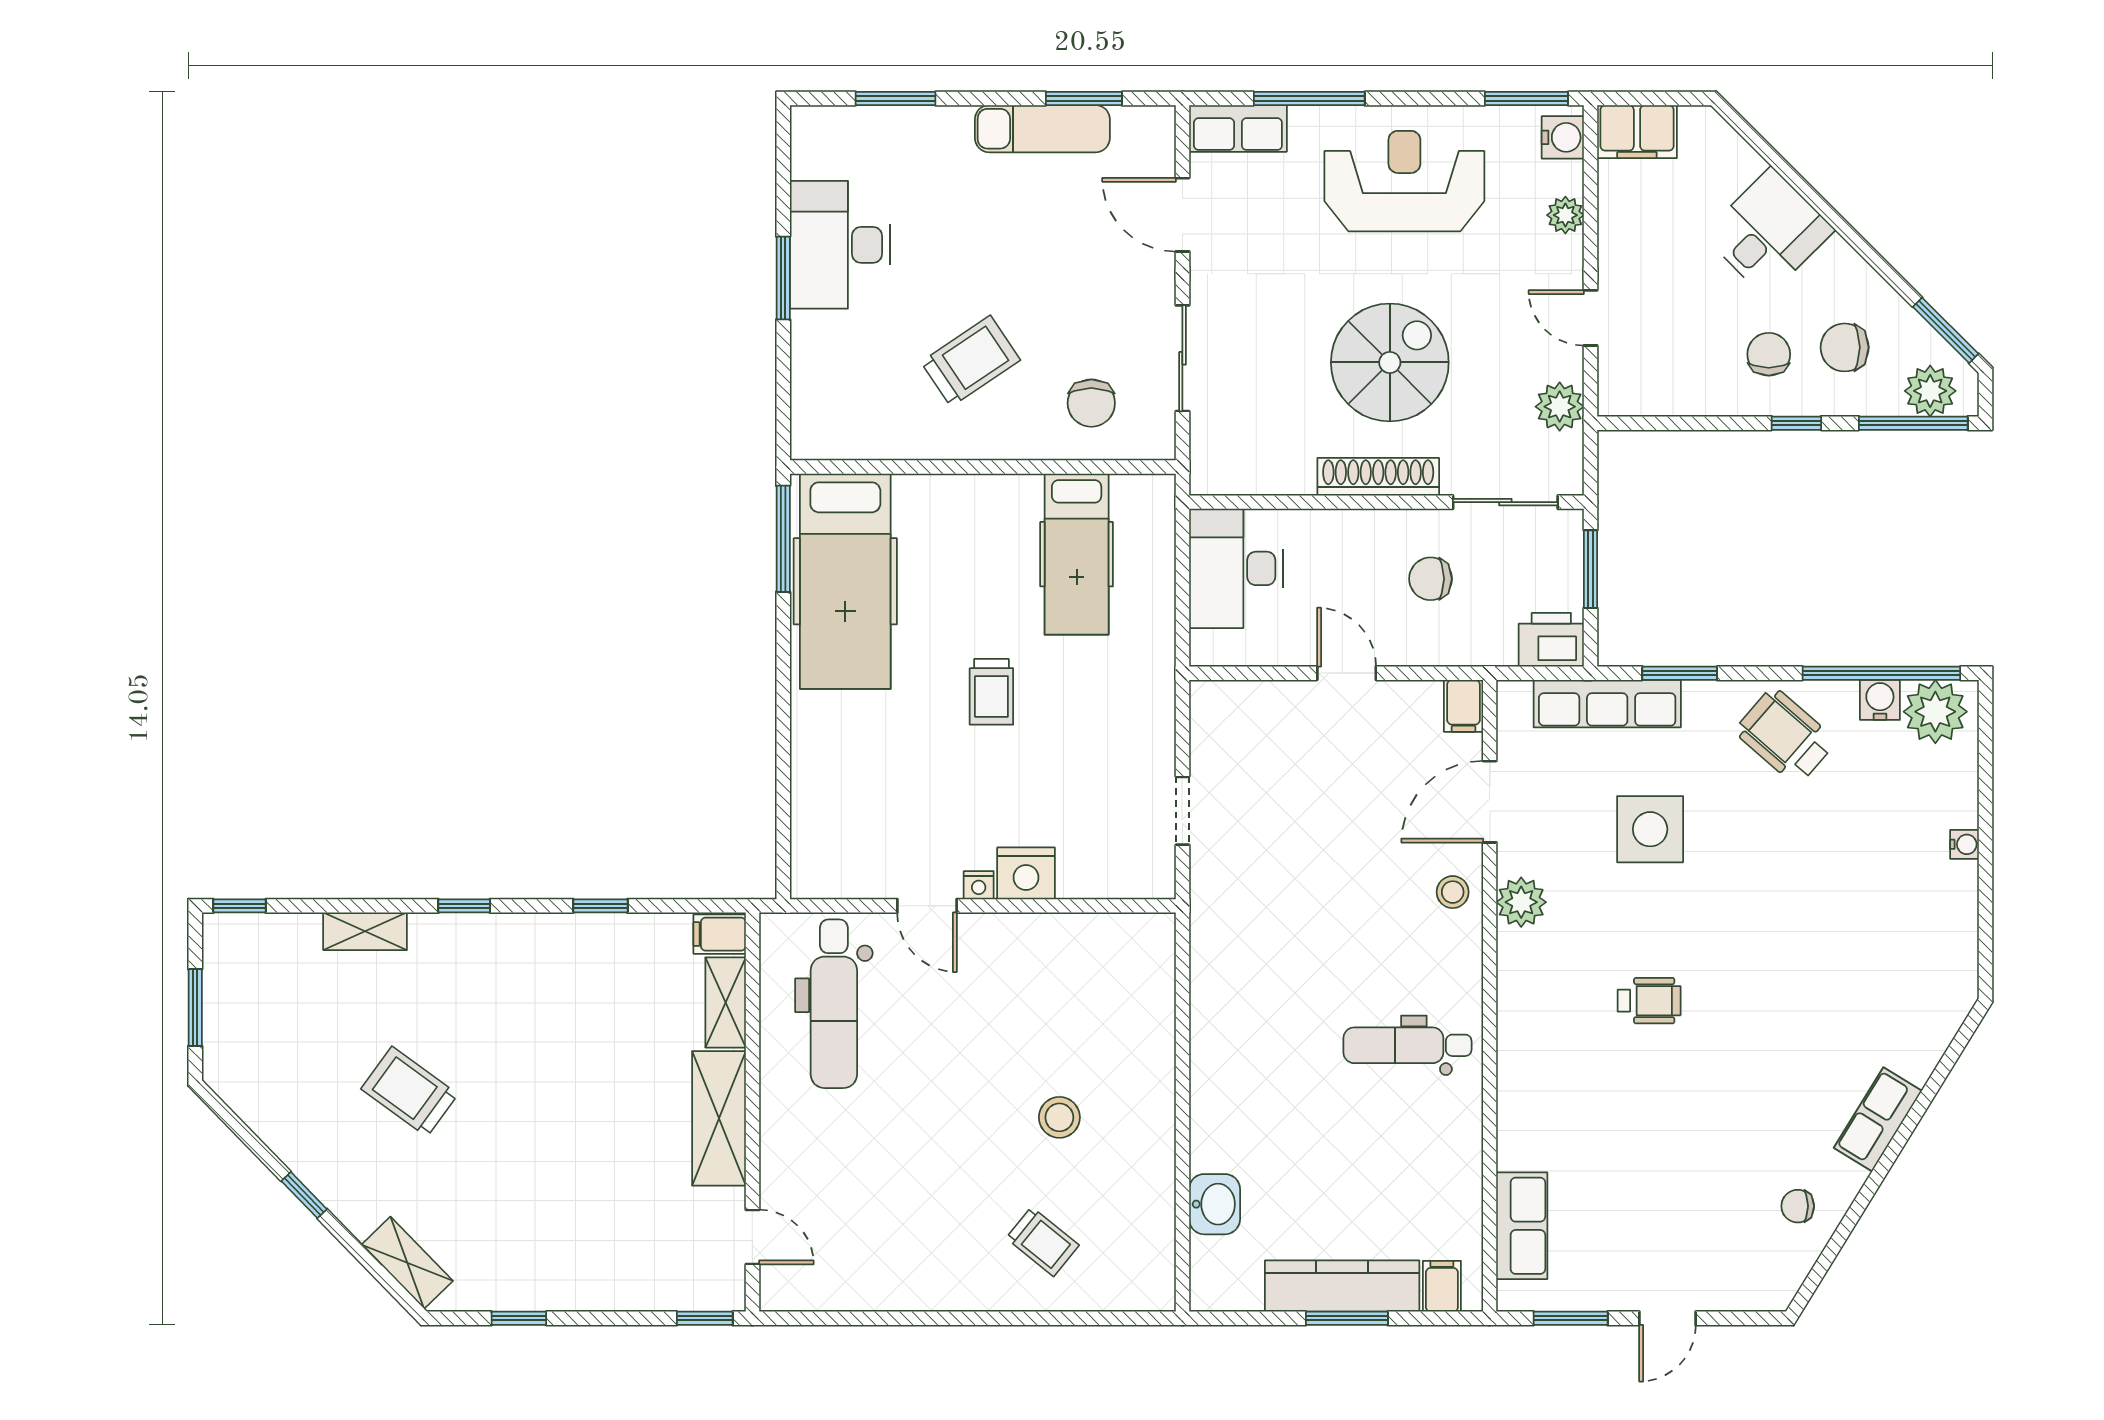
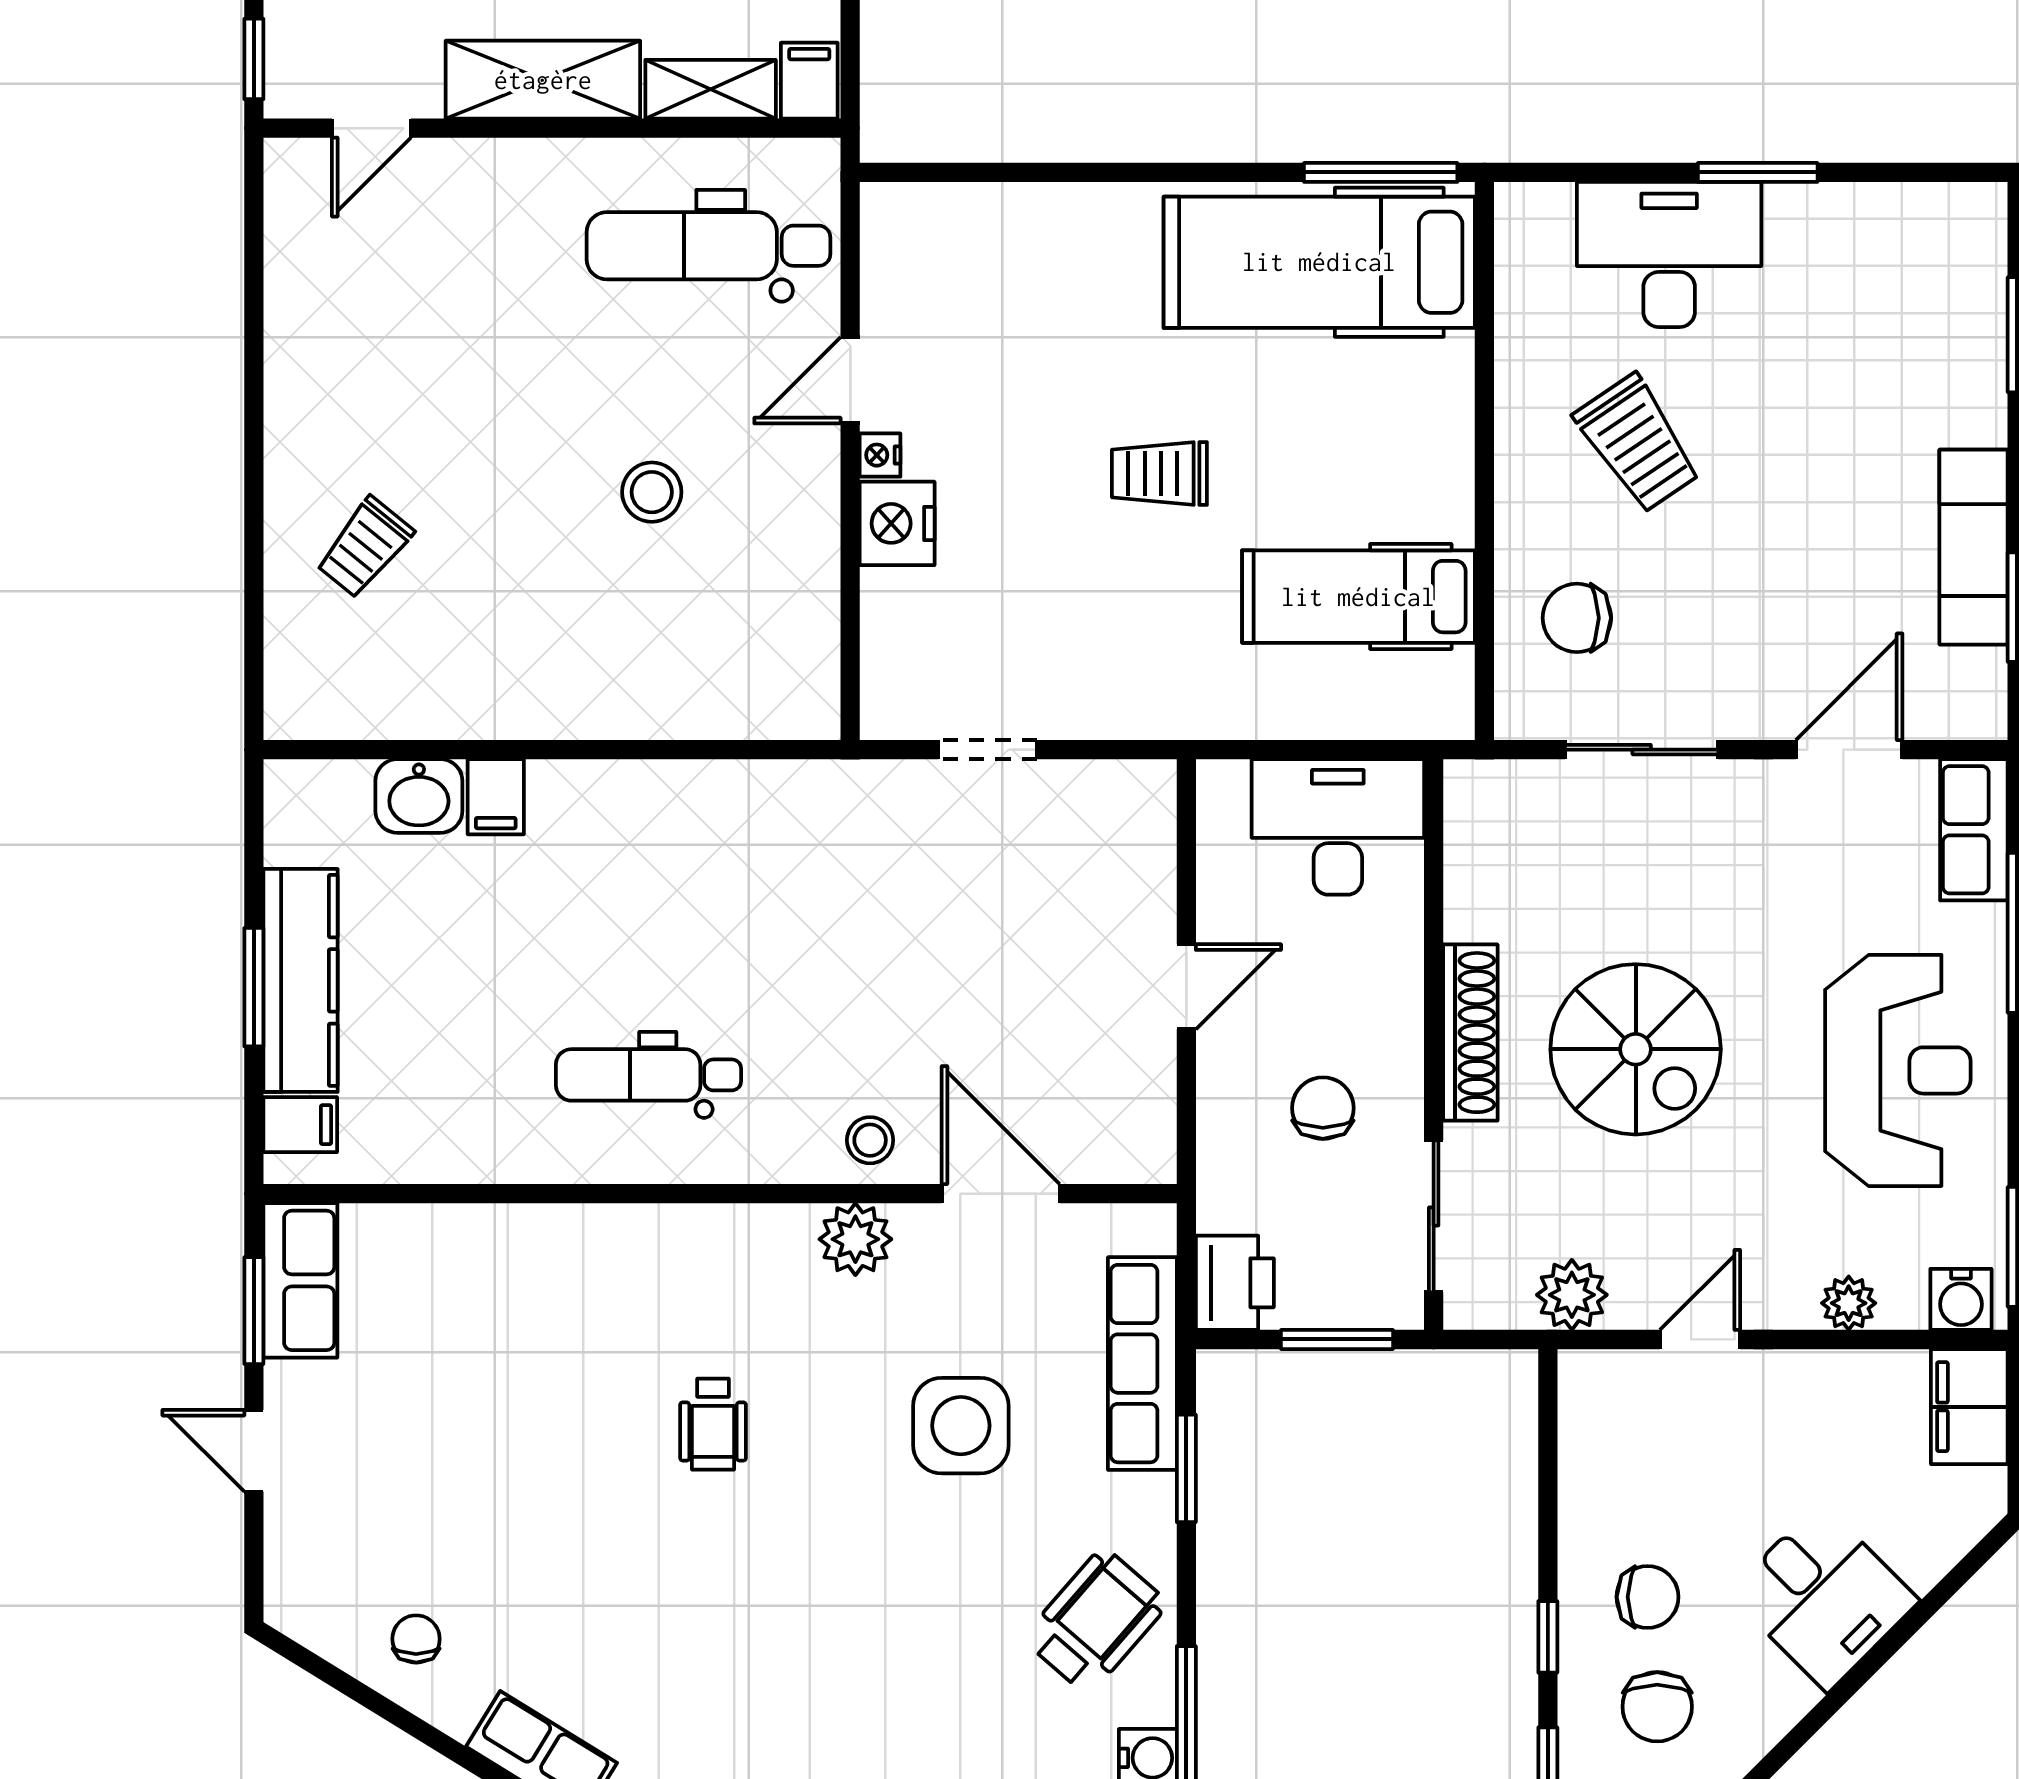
desk: (840, 245) -> (1669, 254), moved
chair: (1845, 347) -> (1657, 1707), turned 180
filing cabinet: (1464, 706) -> (496, 797), moved, turned -90
dental chair: (1407, 1045) -> (648, 1075), turned -90
stool: (1059, 1117) -> (652, 492), moved
row of seats: (1522, 1226) -> (300, 1280), moved, turned -90

